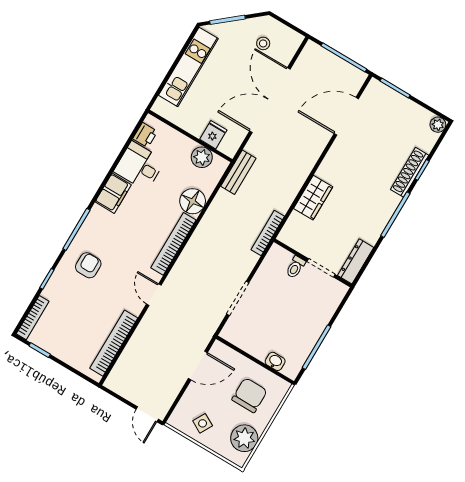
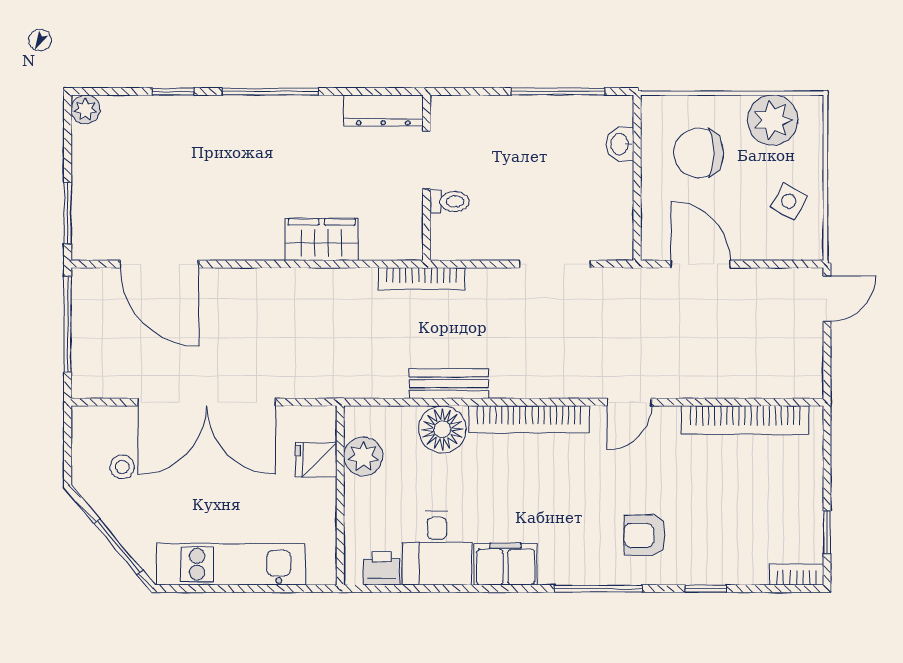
bench: (238, 172) -> (449, 384), moved
shoe rack: (410, 172) -> (189, 109), removed
bookcase: (33, 318) -> (797, 574), width x0.64

